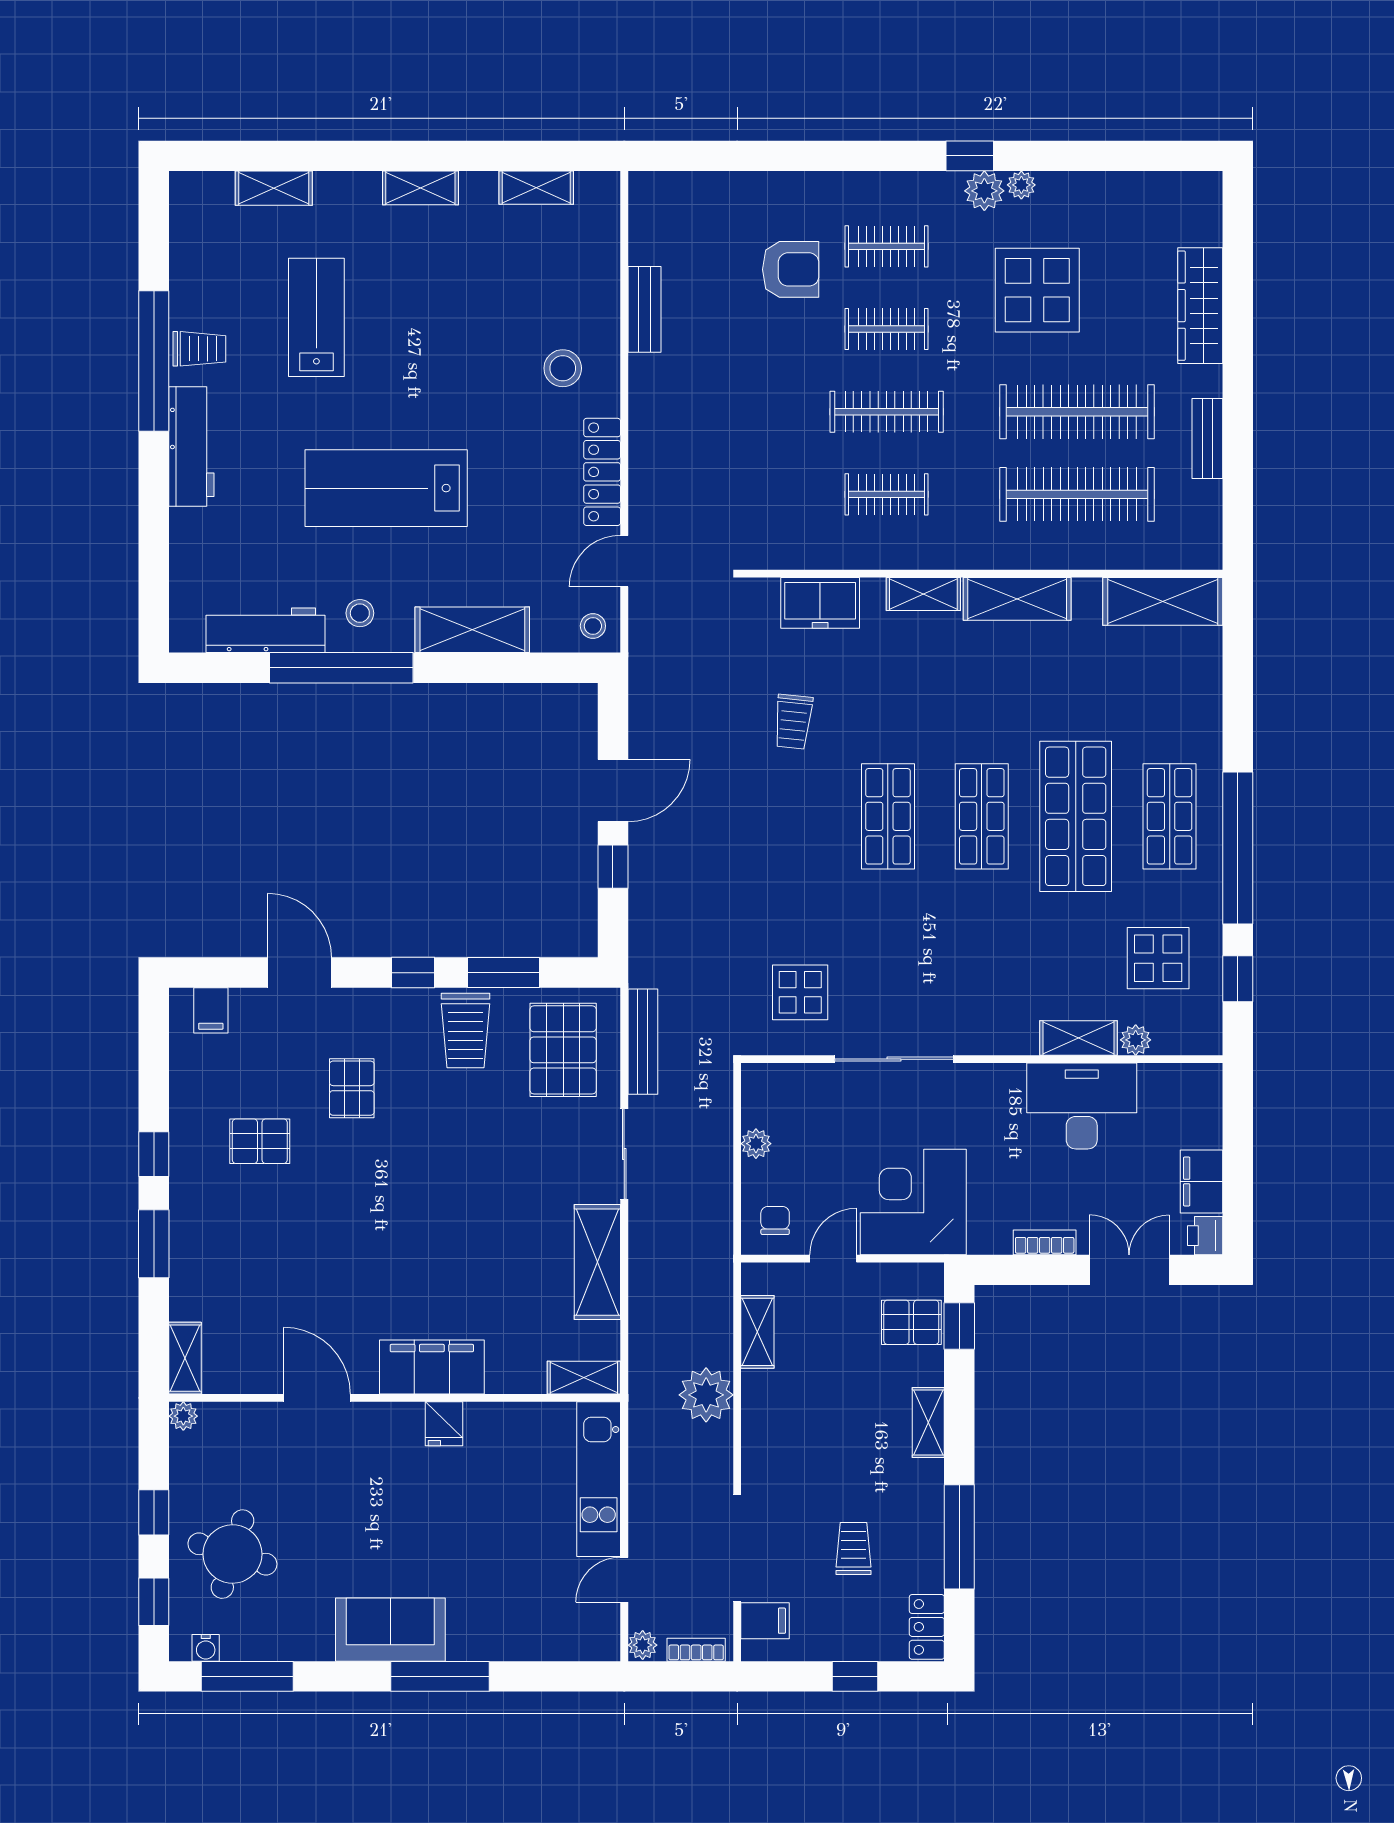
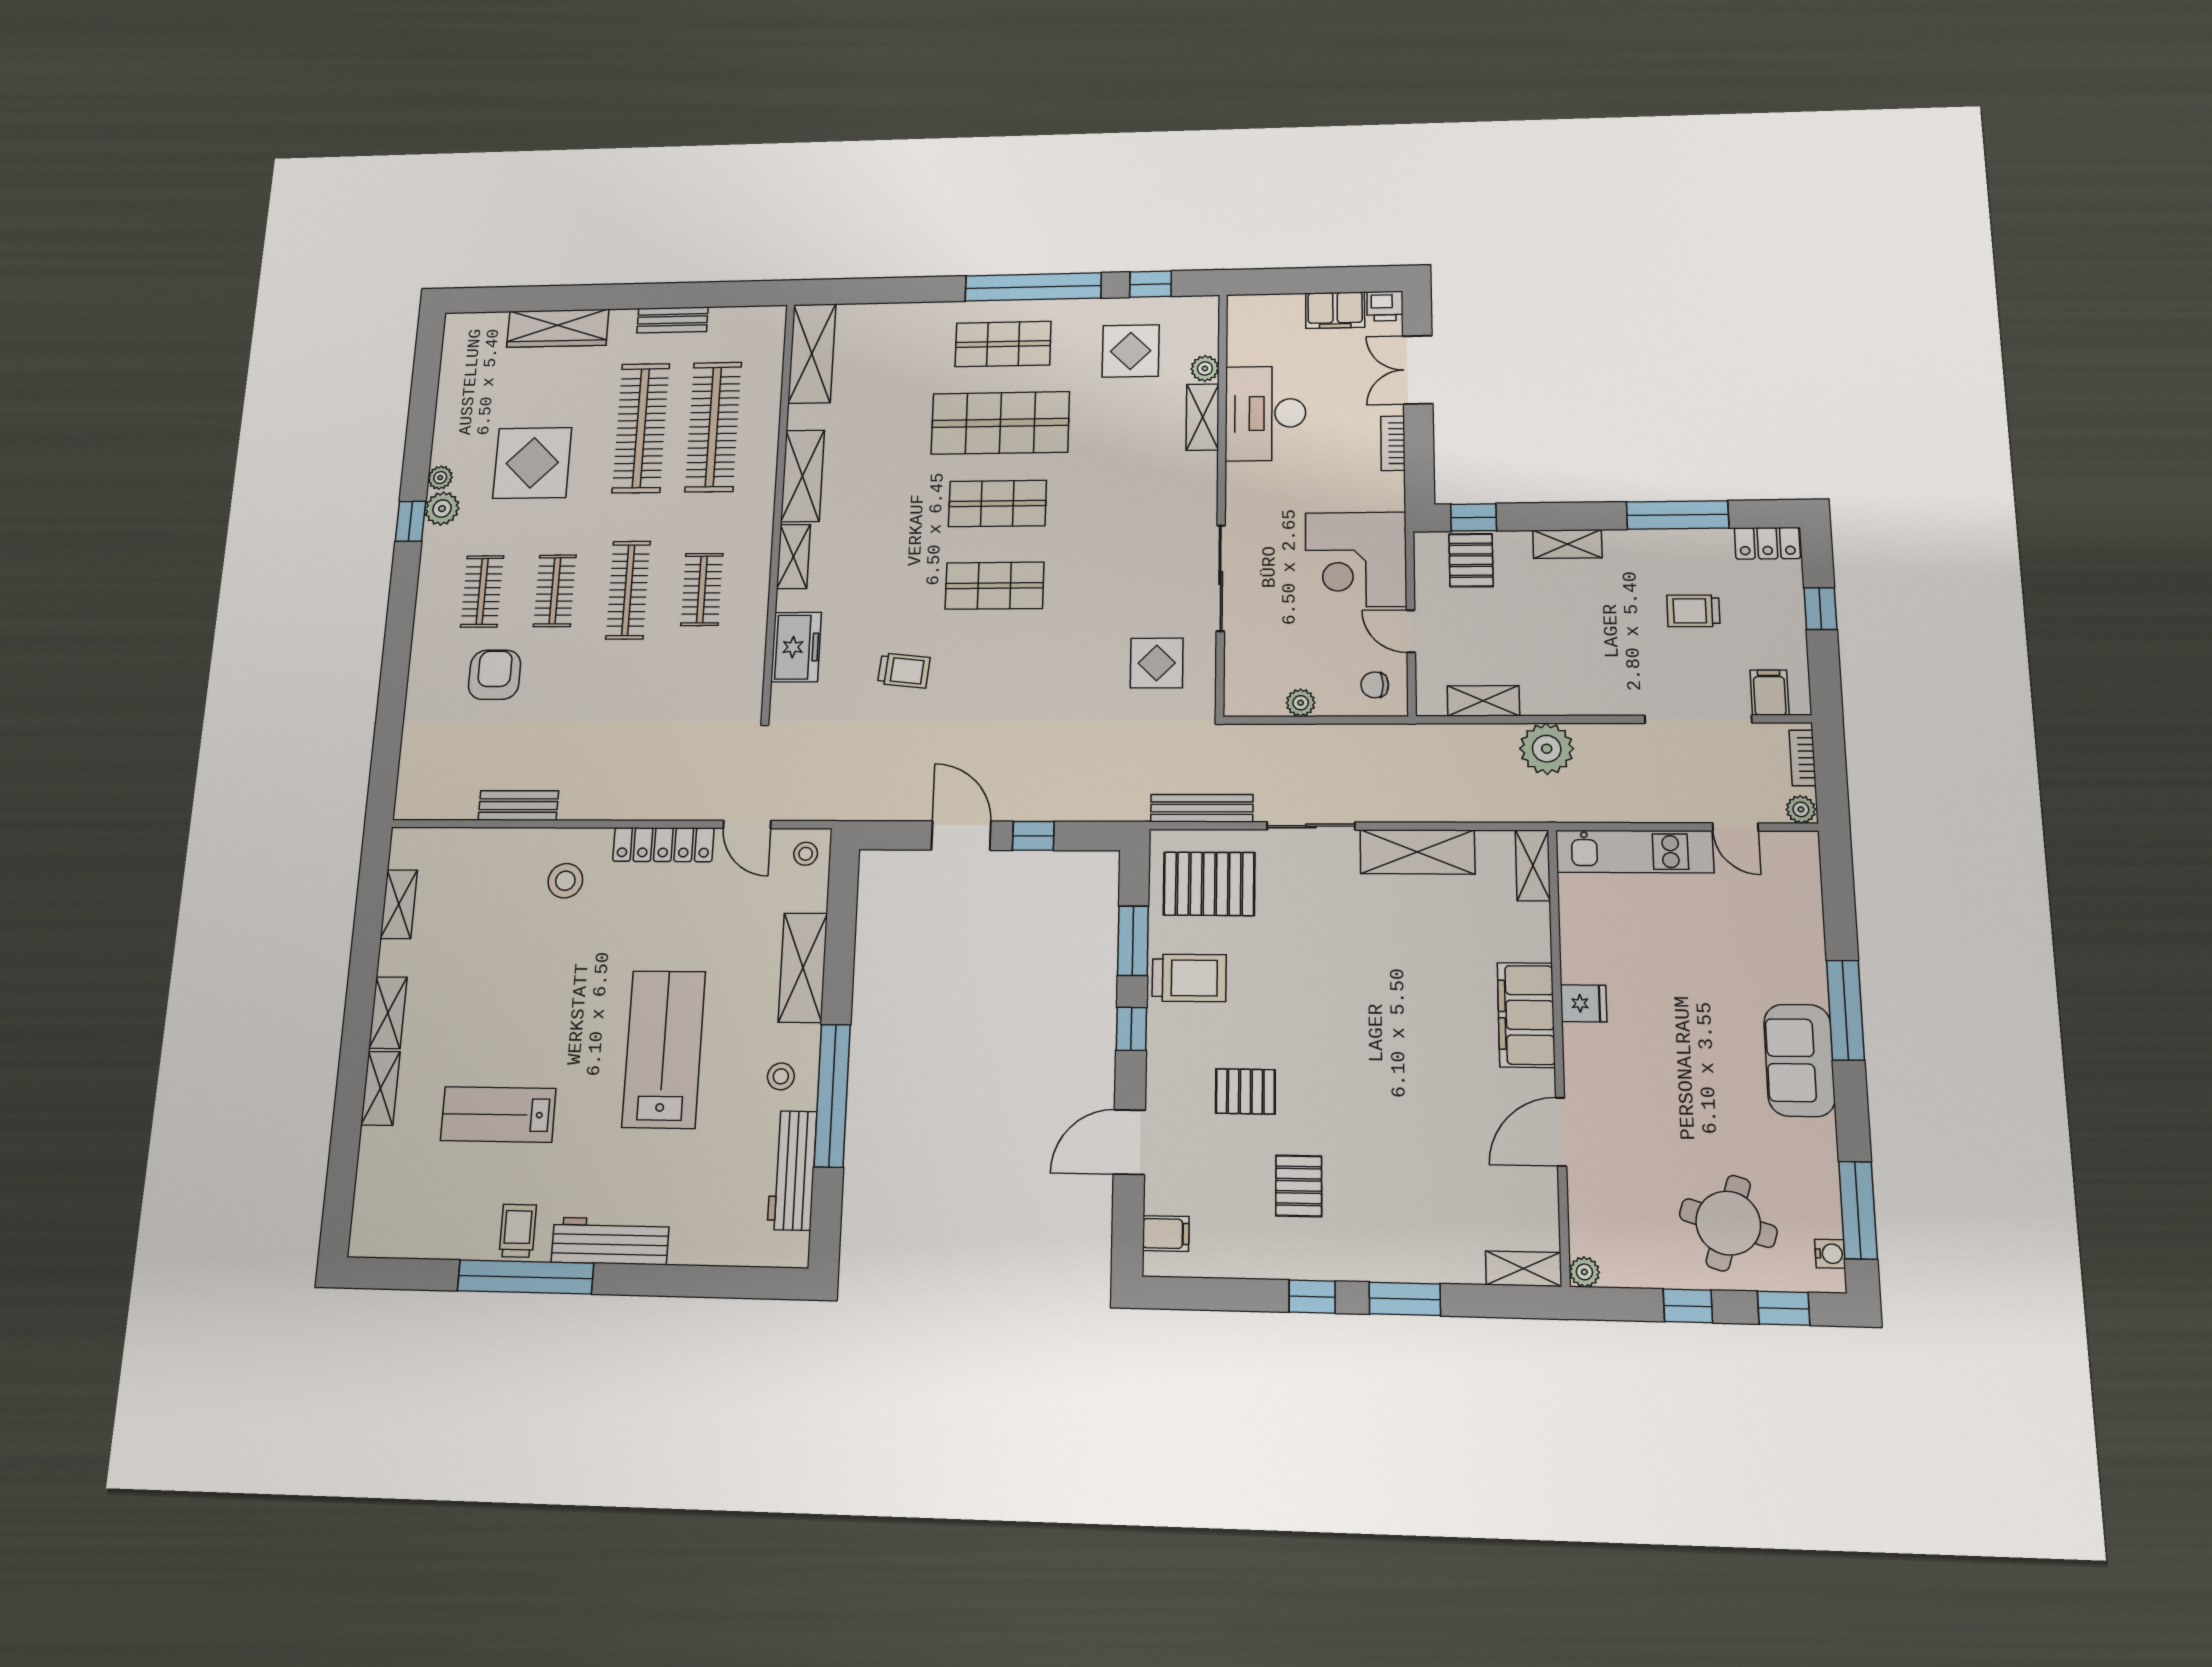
shelving: (274, 188) -> (381, 1088), moved
lab bench: (386, 488) -> (664, 1049), turned 180

